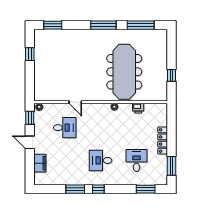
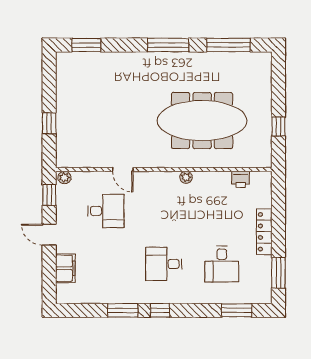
window: (30, 54) -> (49, 123), moved
meeting table: (124, 72) -> (202, 121), turned 90
printer: (138, 108) -> (241, 179), moved
desk: (136, 160) -> (222, 264), turned 180

